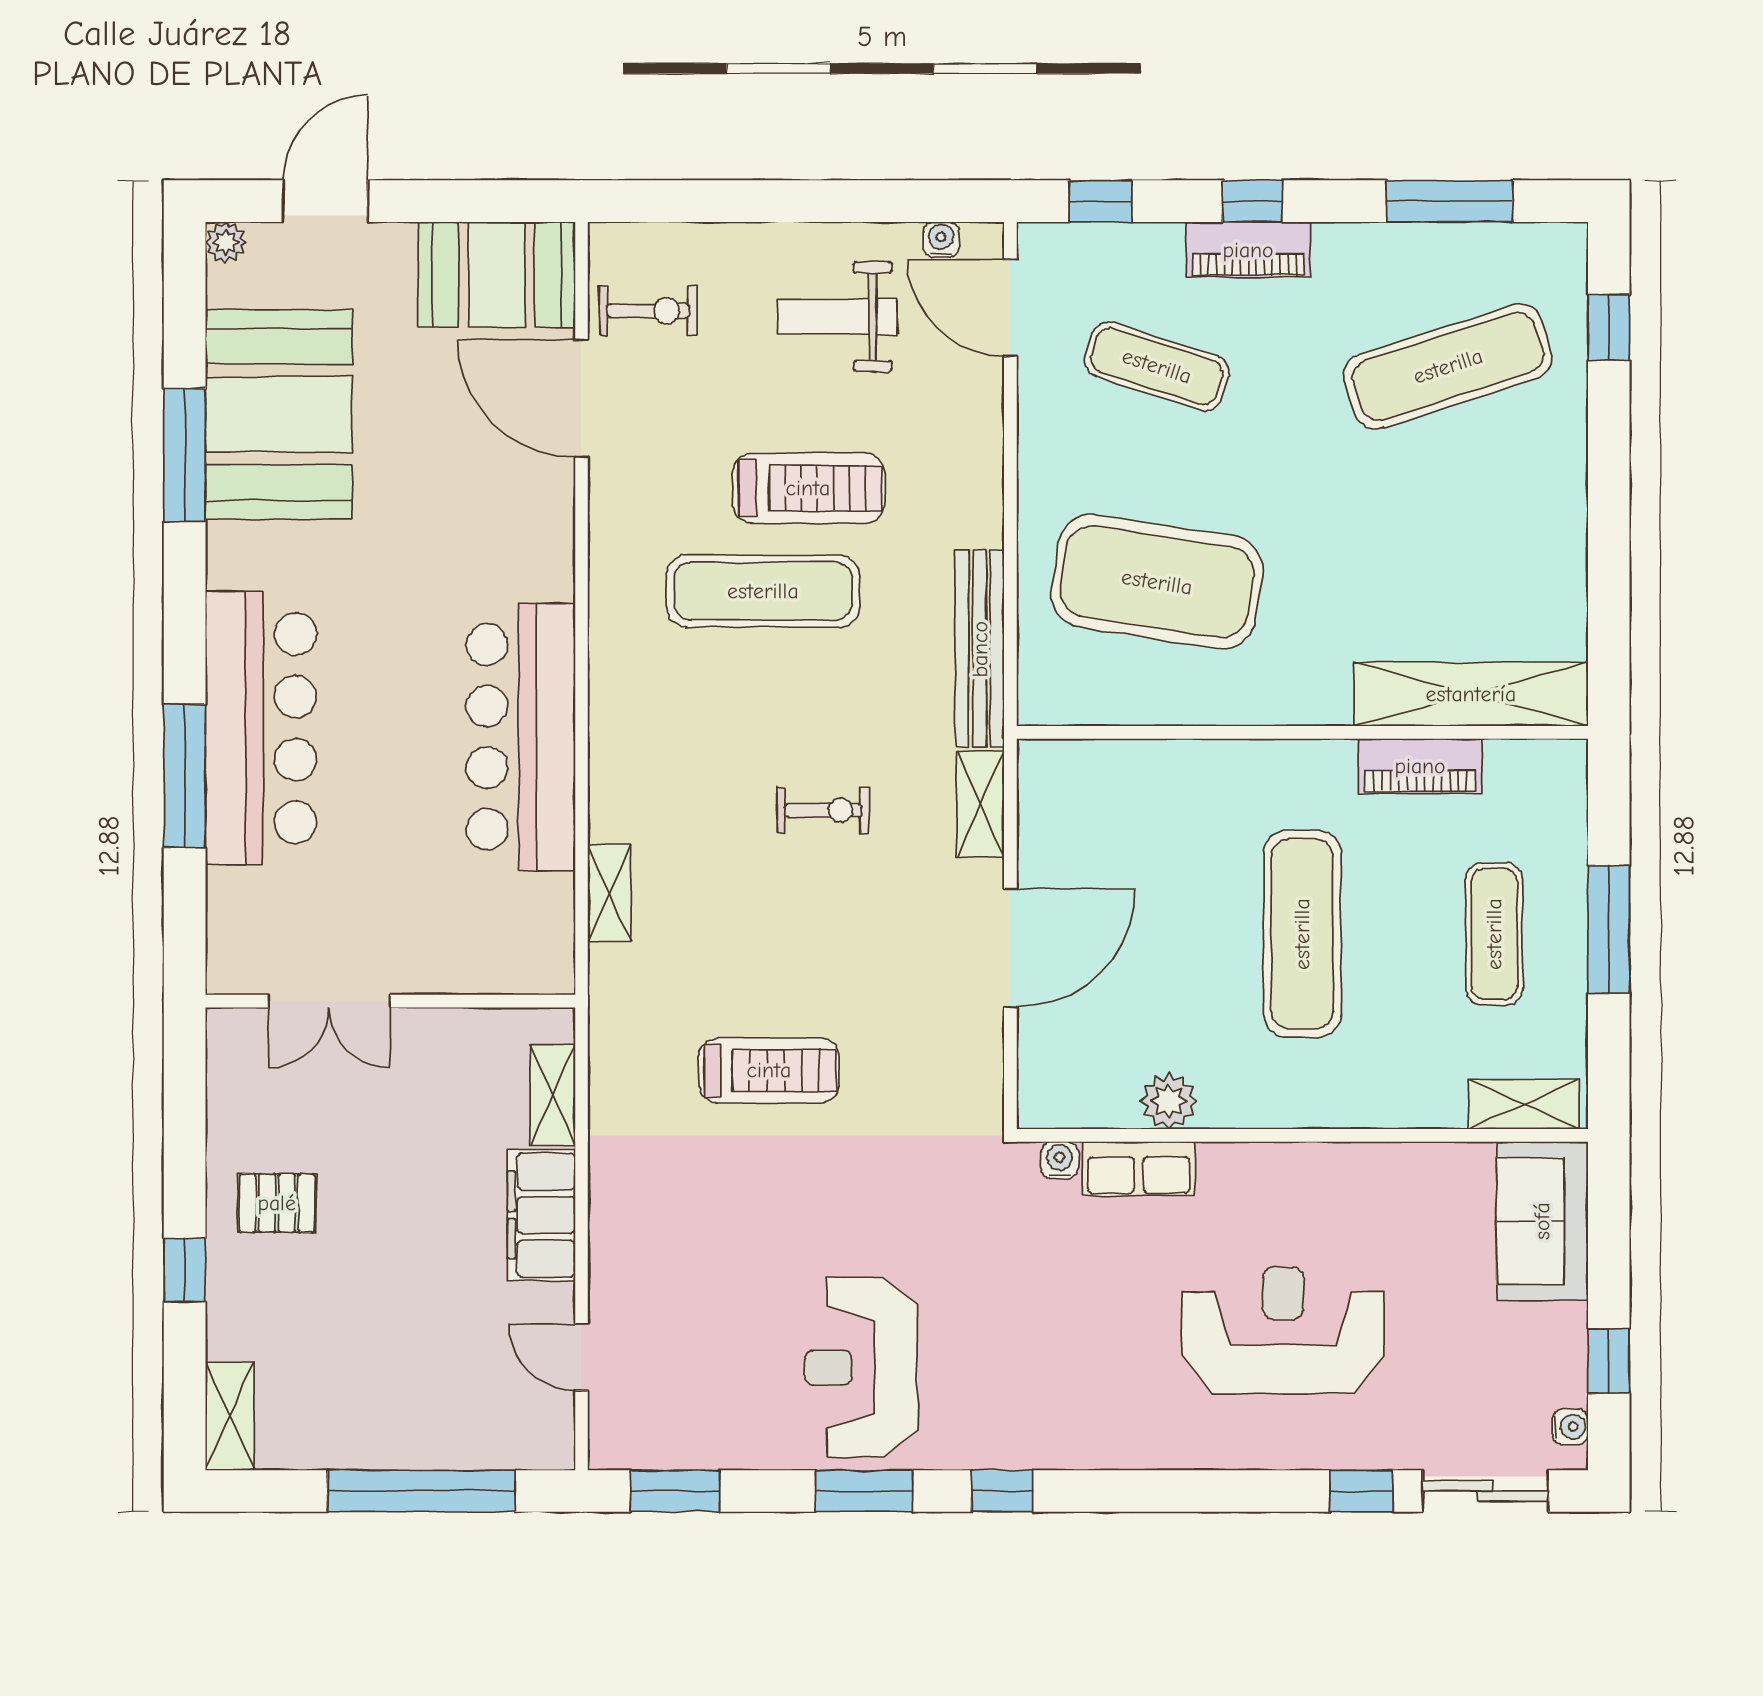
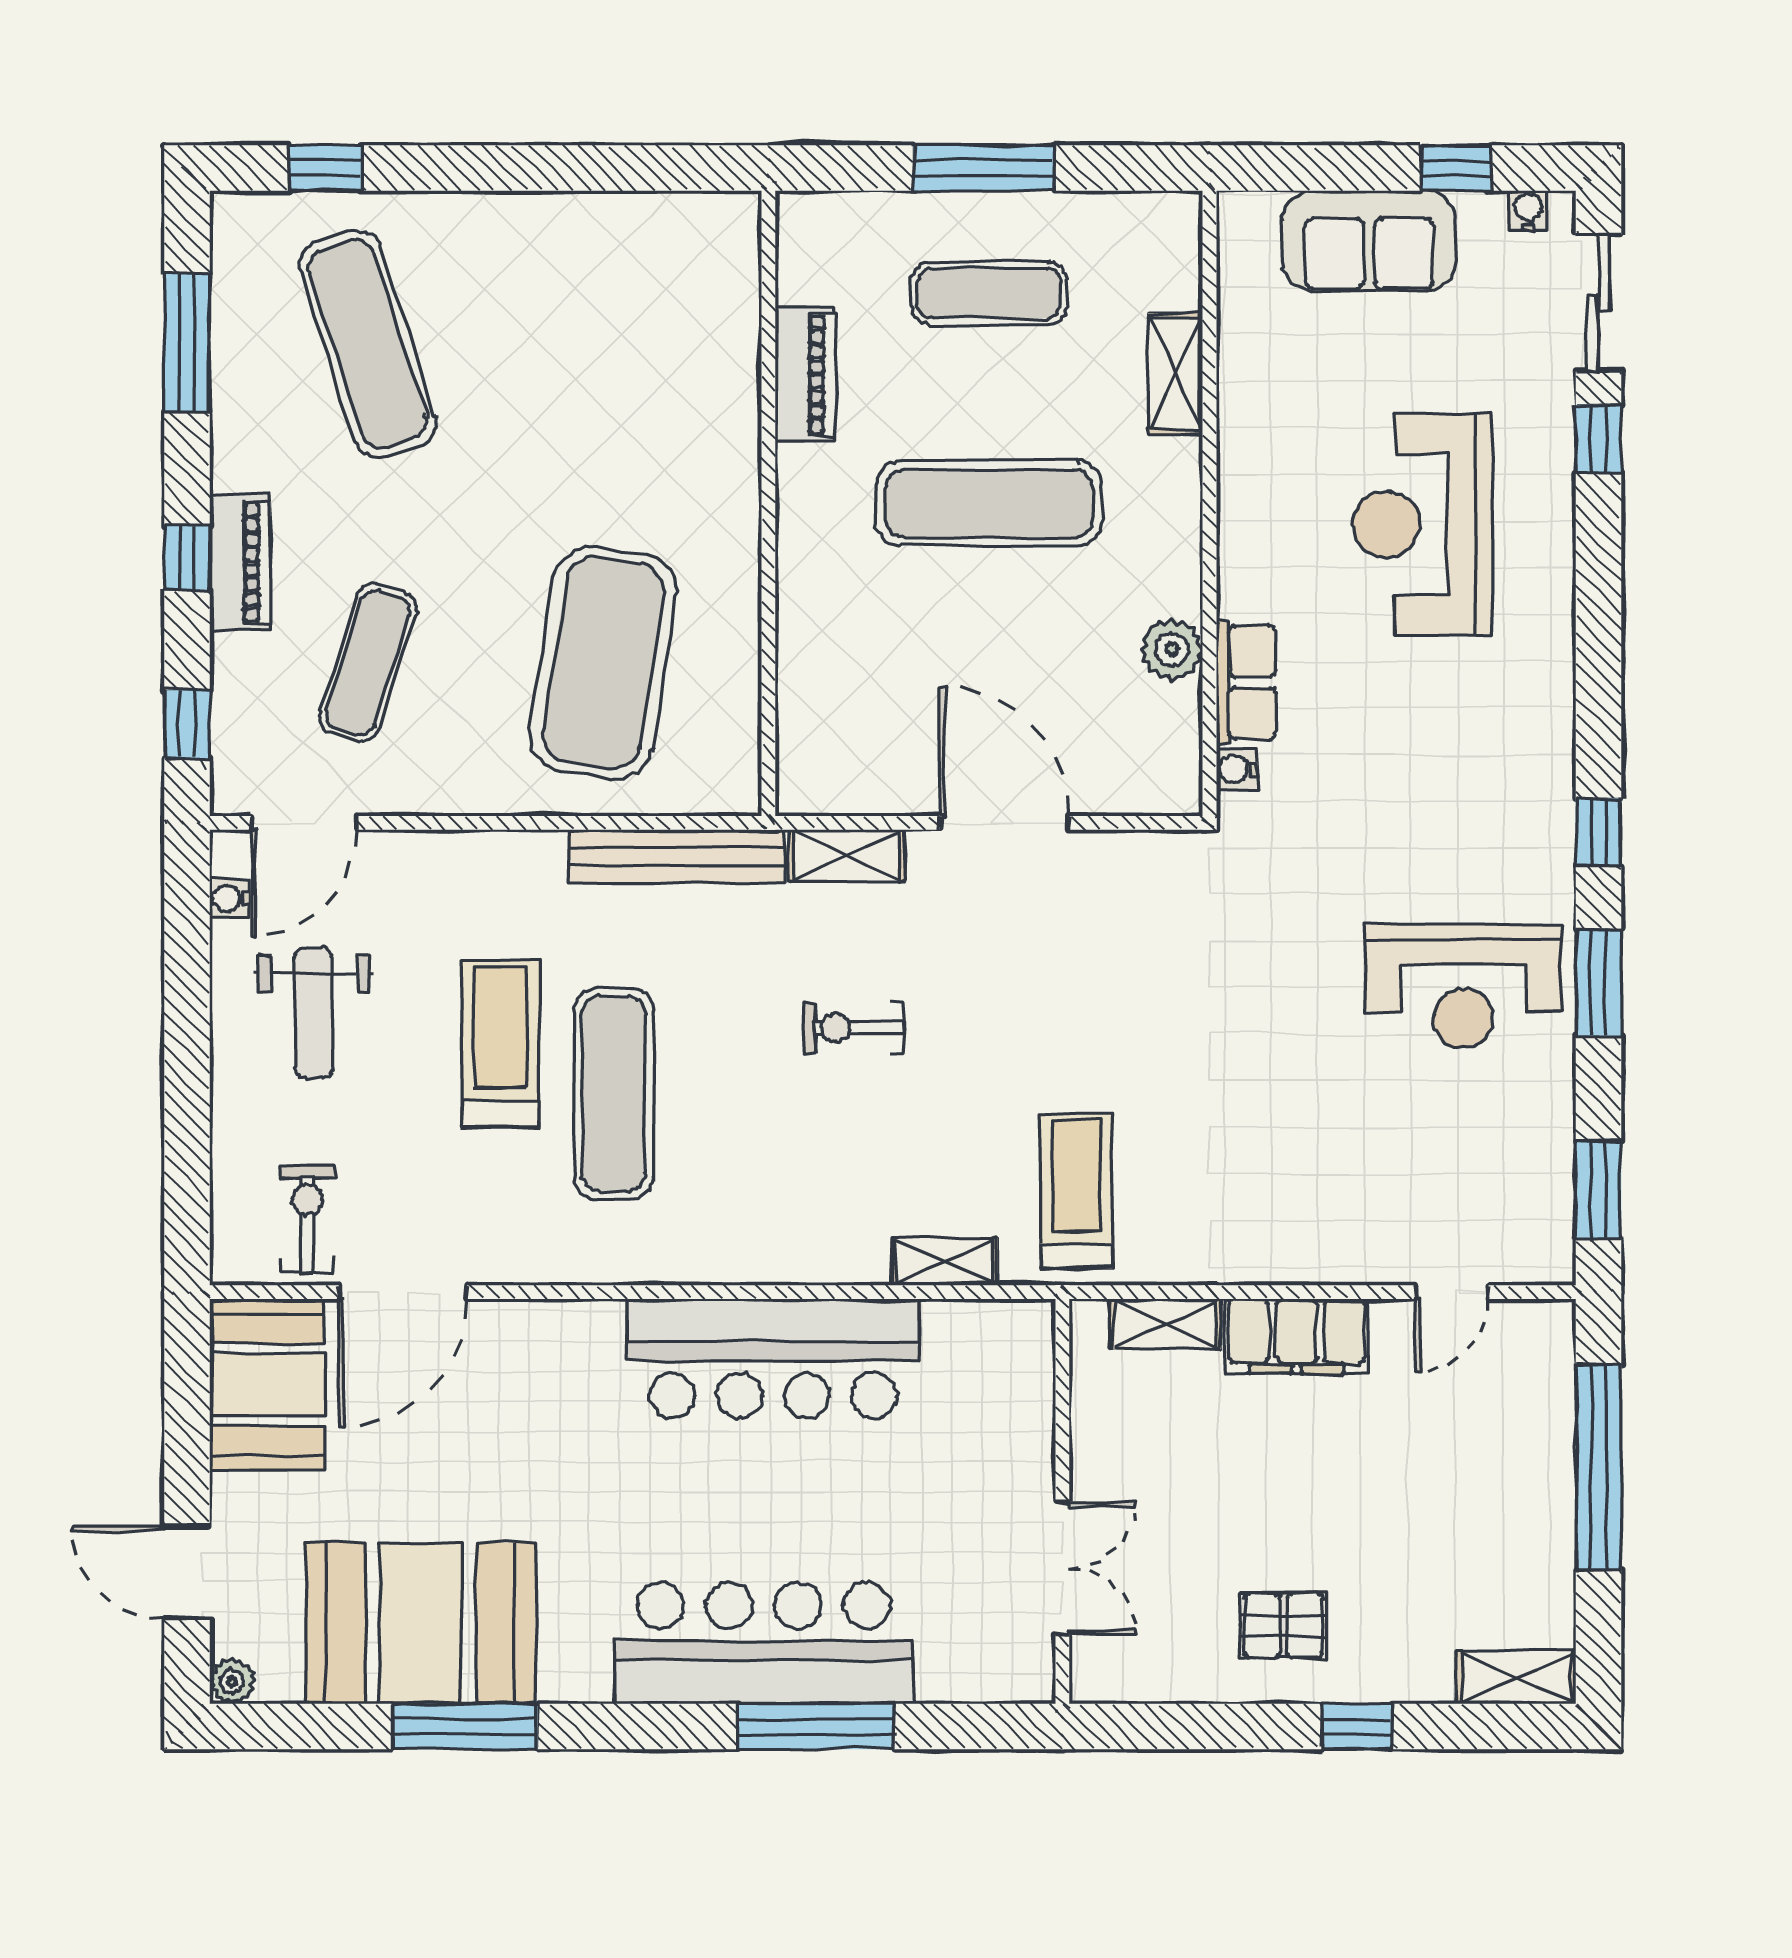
shelving: (1471, 694) -> (727, 319), removed
exercise bike: (823, 810) -> (854, 1028), turned -90
treadmill: (769, 1070) -> (1076, 1191), moved
shelving: (1524, 1104) -> (1175, 374), moved
pallet: (277, 1203) -> (1283, 1626), turned 90
sofa: (1542, 1221) -> (1369, 241), moved

